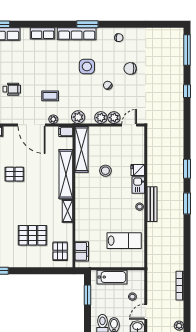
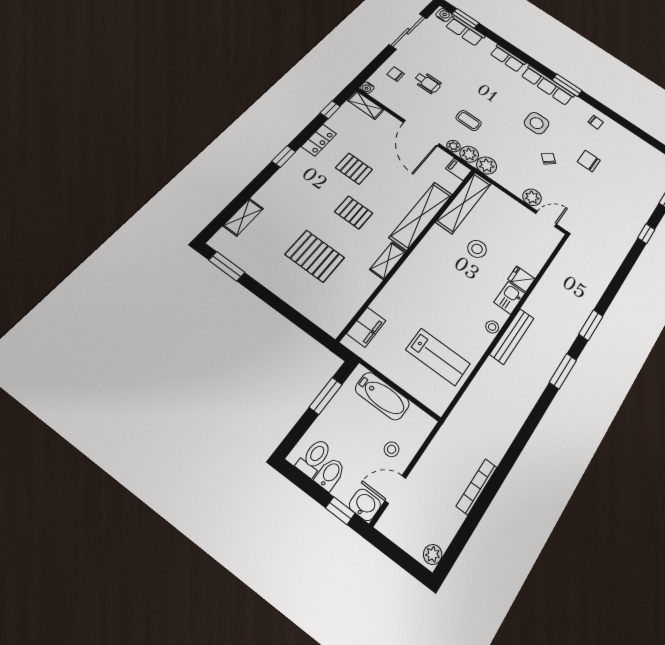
plant: (101, 118) -> (469, 154), moved
pallet: (60, 251) -> (354, 212), moved, turned 90

